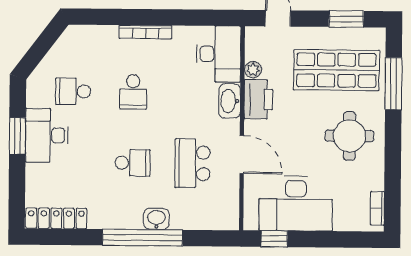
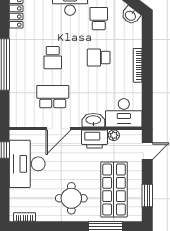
washbasin: (156, 219) -> (131, 15), moved, turned 127

